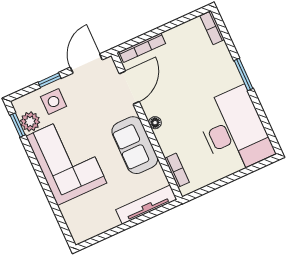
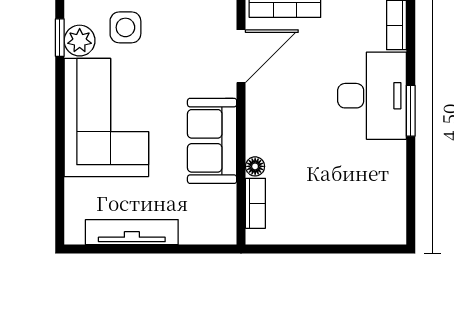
floor lamp: (155, 123) -> (255, 166), moved
desk: (234, 131) -> (372, 96), moved, width x0.73, depth x0.77
tv unit: (146, 205) -> (132, 232), moved

